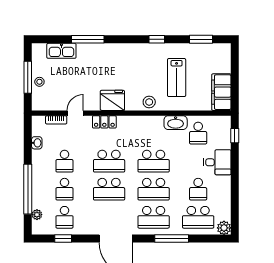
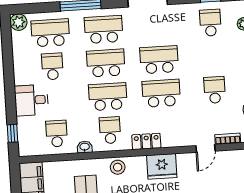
locker: (104, 122) -> (146, 141), moved
washbasin: (176, 123) -> (85, 147), width x0.52, depth x0.69
school desk: (64, 189) -> (110, 130), moved

